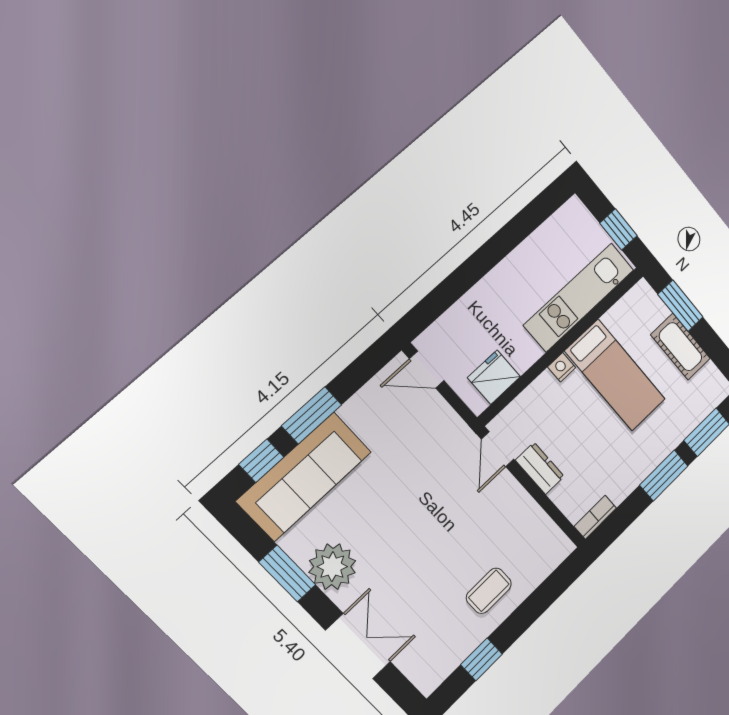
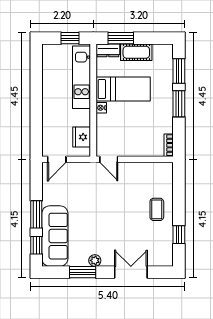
dresser: (540, 468) -> (108, 50), moved, turned 180
plant: (332, 567) -> (95, 260), width x0.53, depth x0.53

